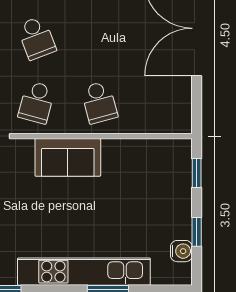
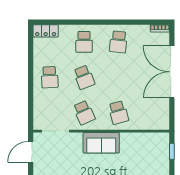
school desk: (36, 102) -> (84, 113), turned -39

